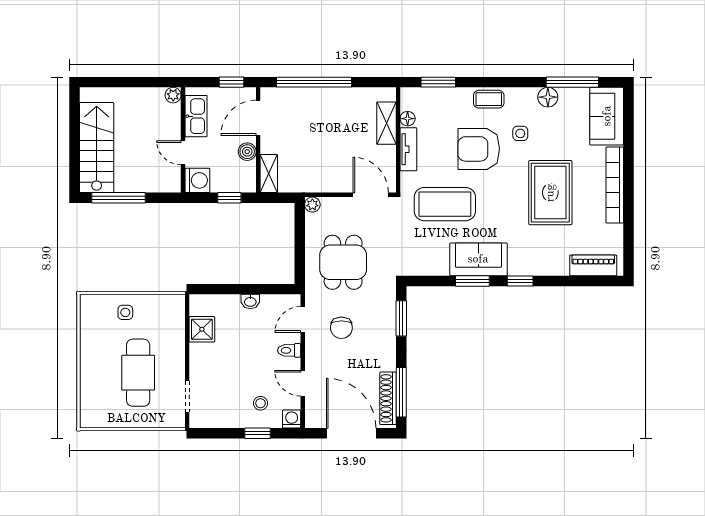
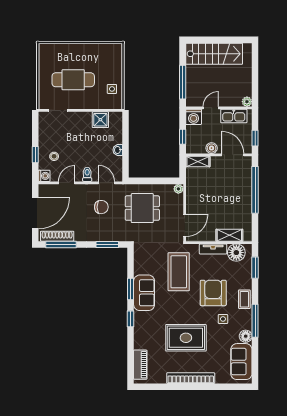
window: (572, 82) -> (255, 321), moved
sofa: (607, 116) -> (241, 362), moved, turned -90
floor lamp: (408, 119) -> (236, 253), width x1.89, depth x1.89
window: (119, 198) -> (183, 82), moved
side table: (125, 312) -> (112, 89), moved
chair: (341, 328) -> (101, 207), turned 180

